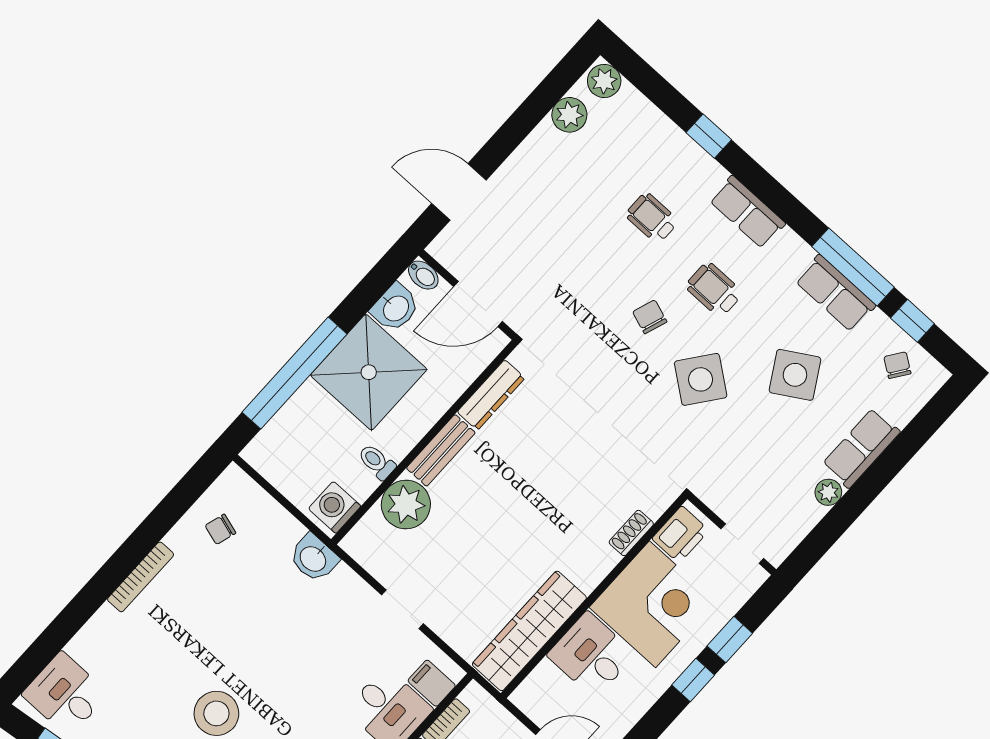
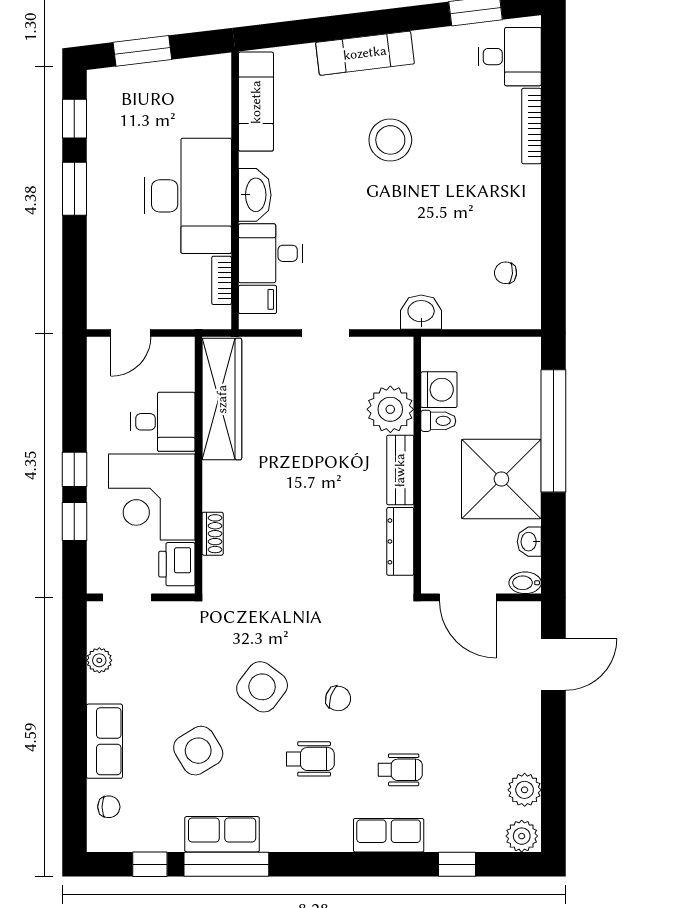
window: (709, 136) -> (457, 864), moved
row of seats: (747, 212) -> (389, 835), moved
door: (478, 304) -> (468, 597), swing flipped
washbasin: (395, 308) -> (529, 542), width x0.72, depth x0.69
chair: (897, 365) -> (109, 807), moved, turned -35
plant: (828, 492) -> (99, 660), moved
washing machine: (335, 507) -> (439, 390), moved
chair: (220, 529) -> (506, 273), turned -102
bookcase: (141, 577) -> (532, 126), moved

